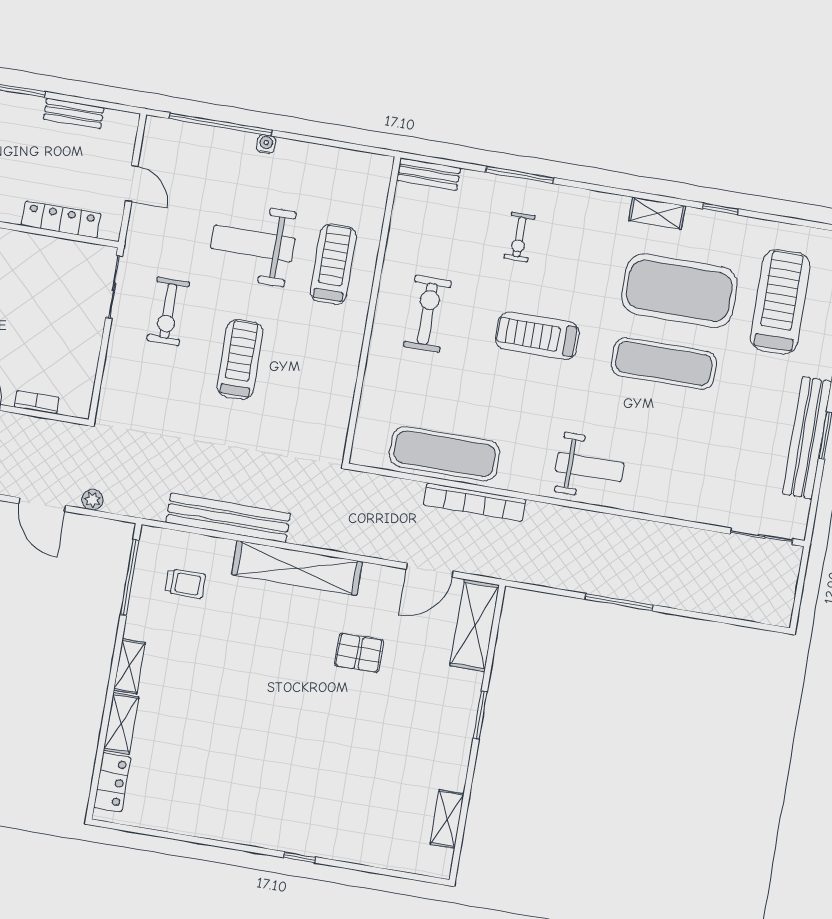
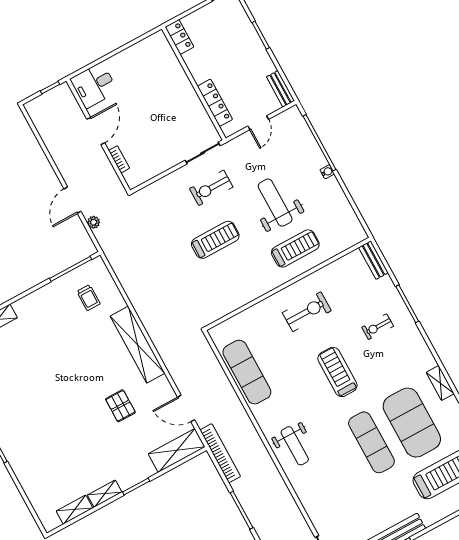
bench: (74, 113) -> (280, 89), moved
bookcase: (475, 502) -> (220, 453), moved, turned 180
bench: (228, 518) -> (136, 293), removed
shelving: (129, 666) -> (105, 494), moved

